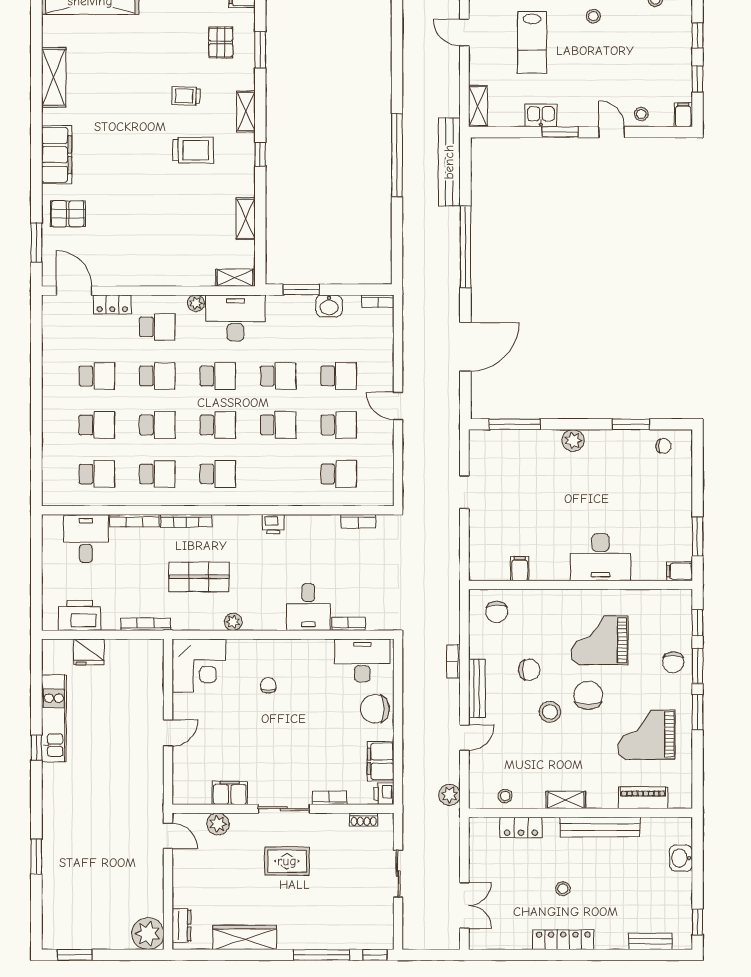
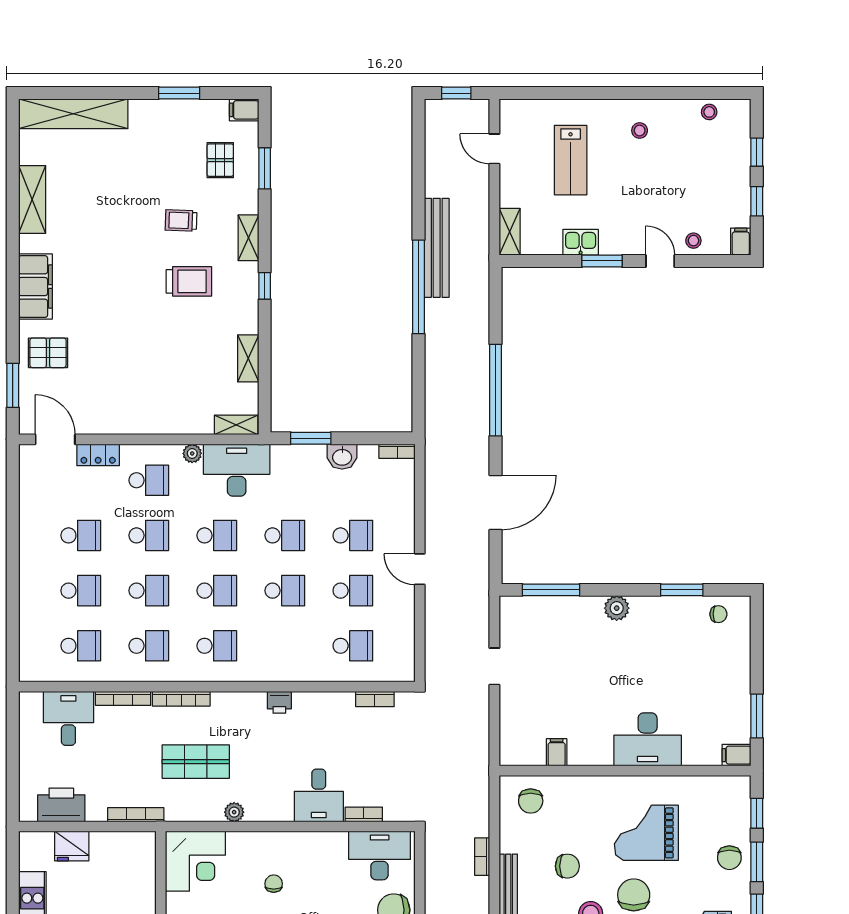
bench: (449, 162) -> (437, 248), moved

